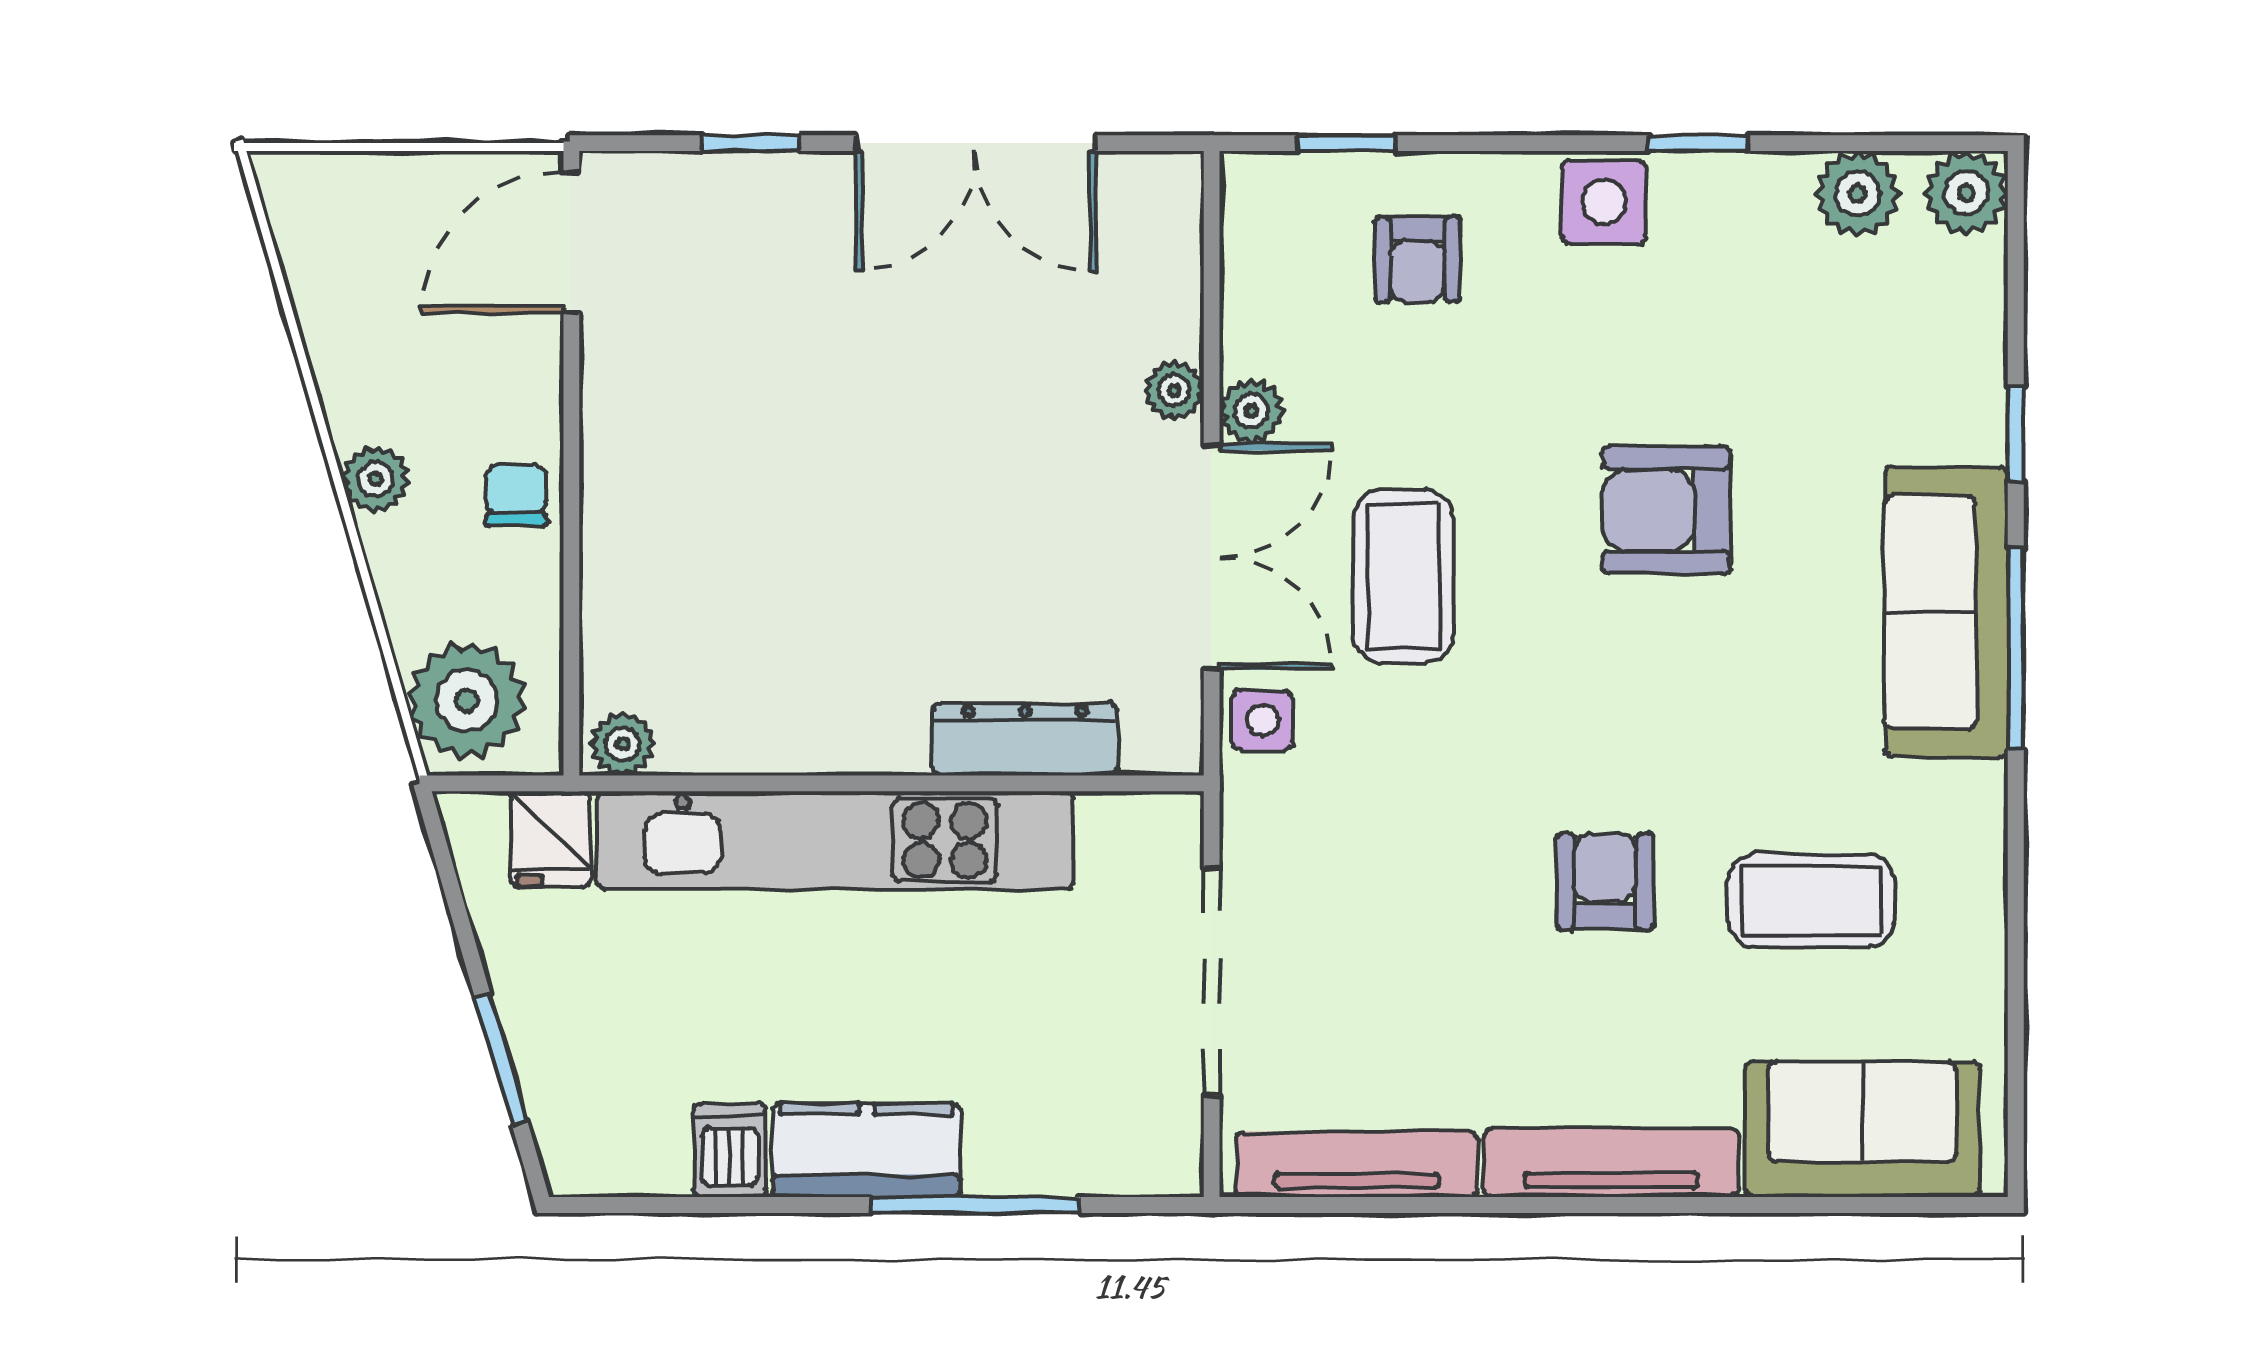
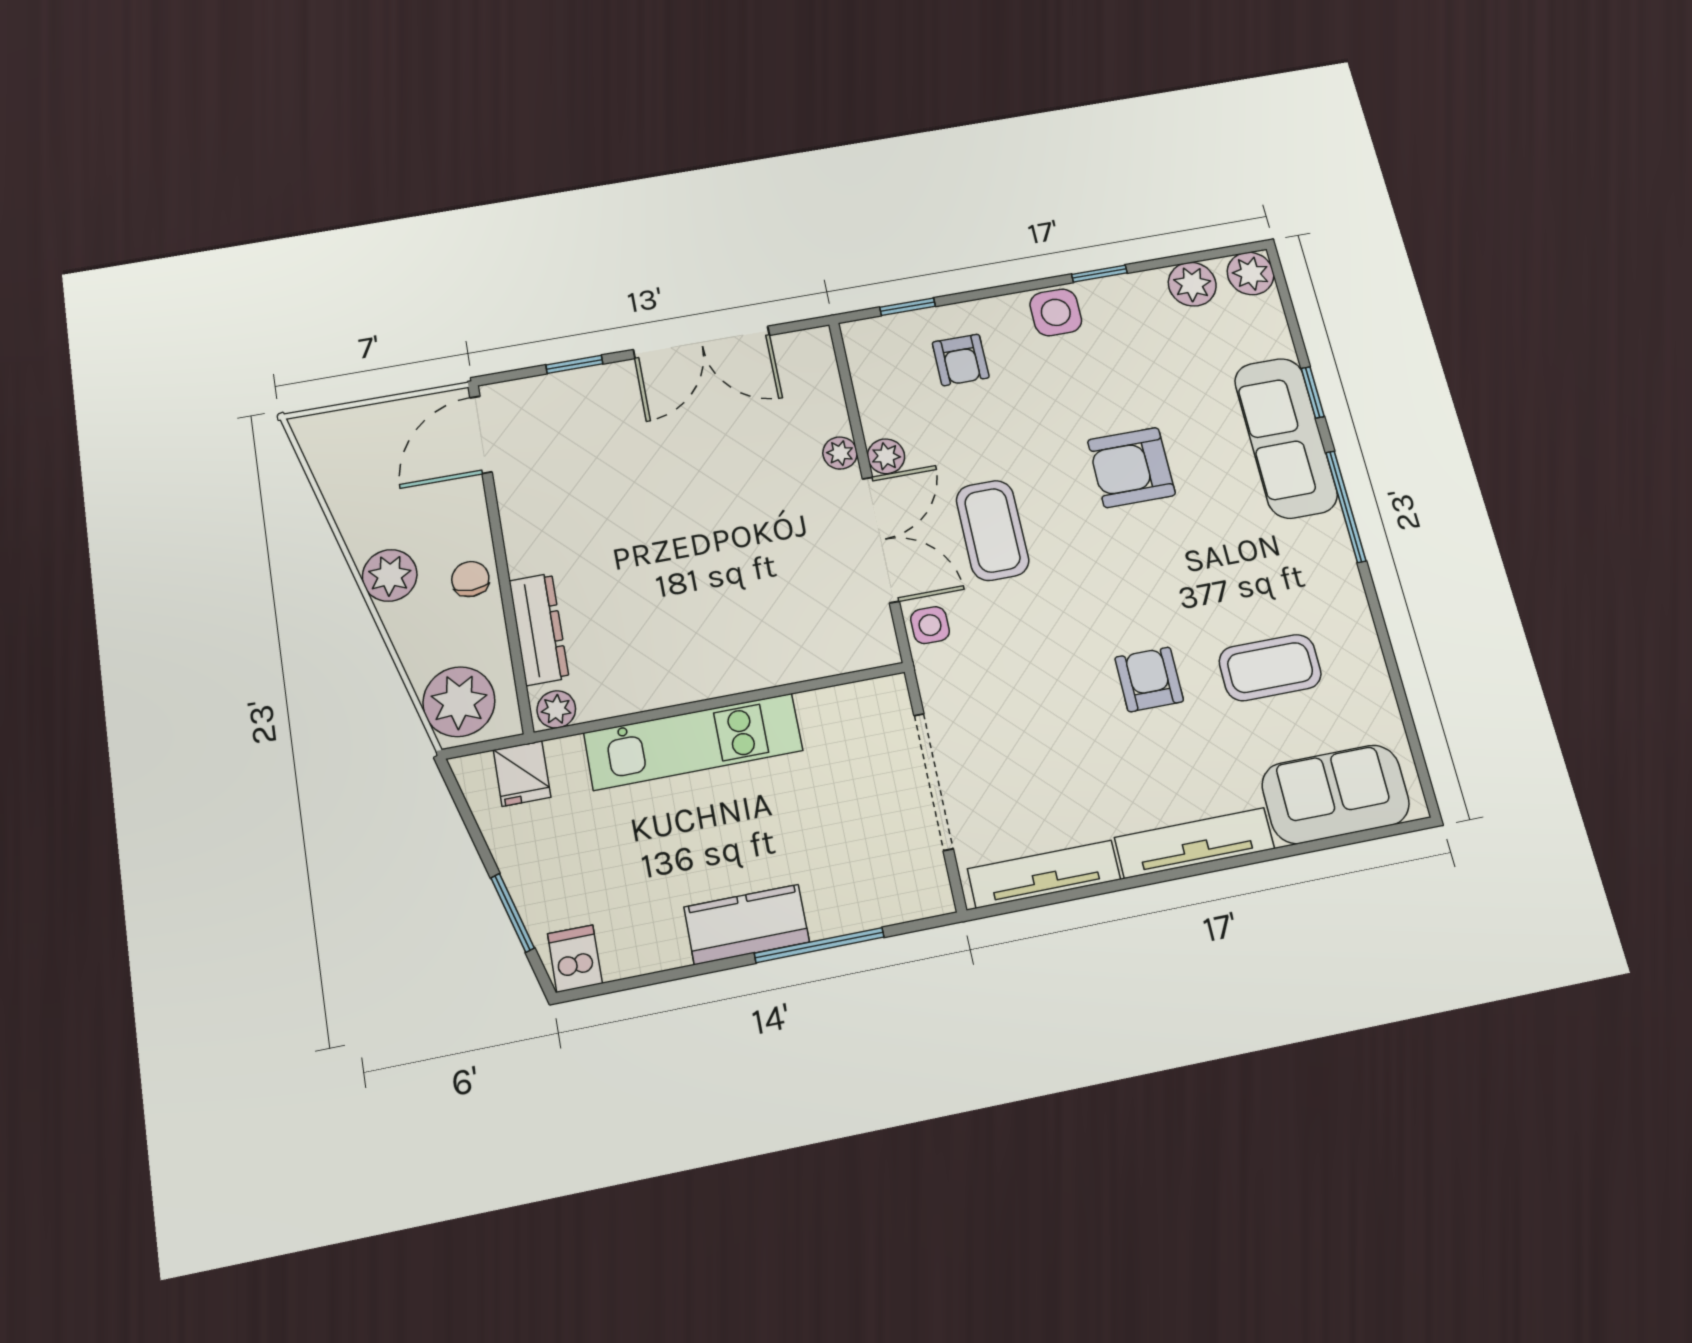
plant: (375, 479) -> (390, 575), width x1.38, depth x1.38
sofa: (1946, 612) -> (1286, 438), moved
dresser: (1025, 739) -> (539, 629), moved, turned 90
kitchen unit: (835, 840) -> (693, 742), width x0.73
dishwasher: (730, 1150) -> (575, 959), moved

